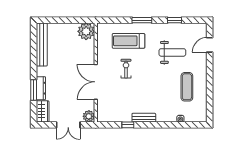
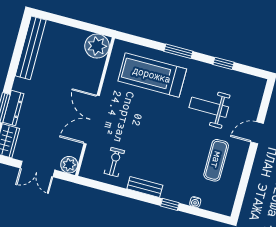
treadmill: (128, 41) -> (152, 75), width x1.37, depth x1.38
door: (210, 45) -> (257, 133), moved
weight bench: (172, 52) -> (209, 107), turned 180
exercise bike: (126, 69) -> (114, 162), moved
window: (128, 125) -> (170, 204), moved

